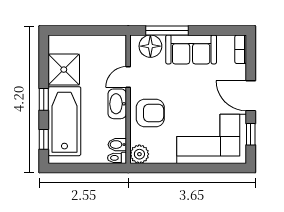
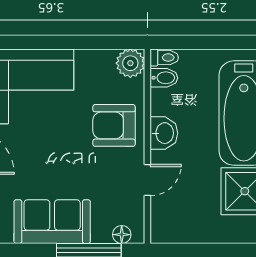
floor lamp: (150, 46) -> (122, 235), width x0.53, depth x0.53
washbasin: (117, 104) -> (164, 133), width x0.72

